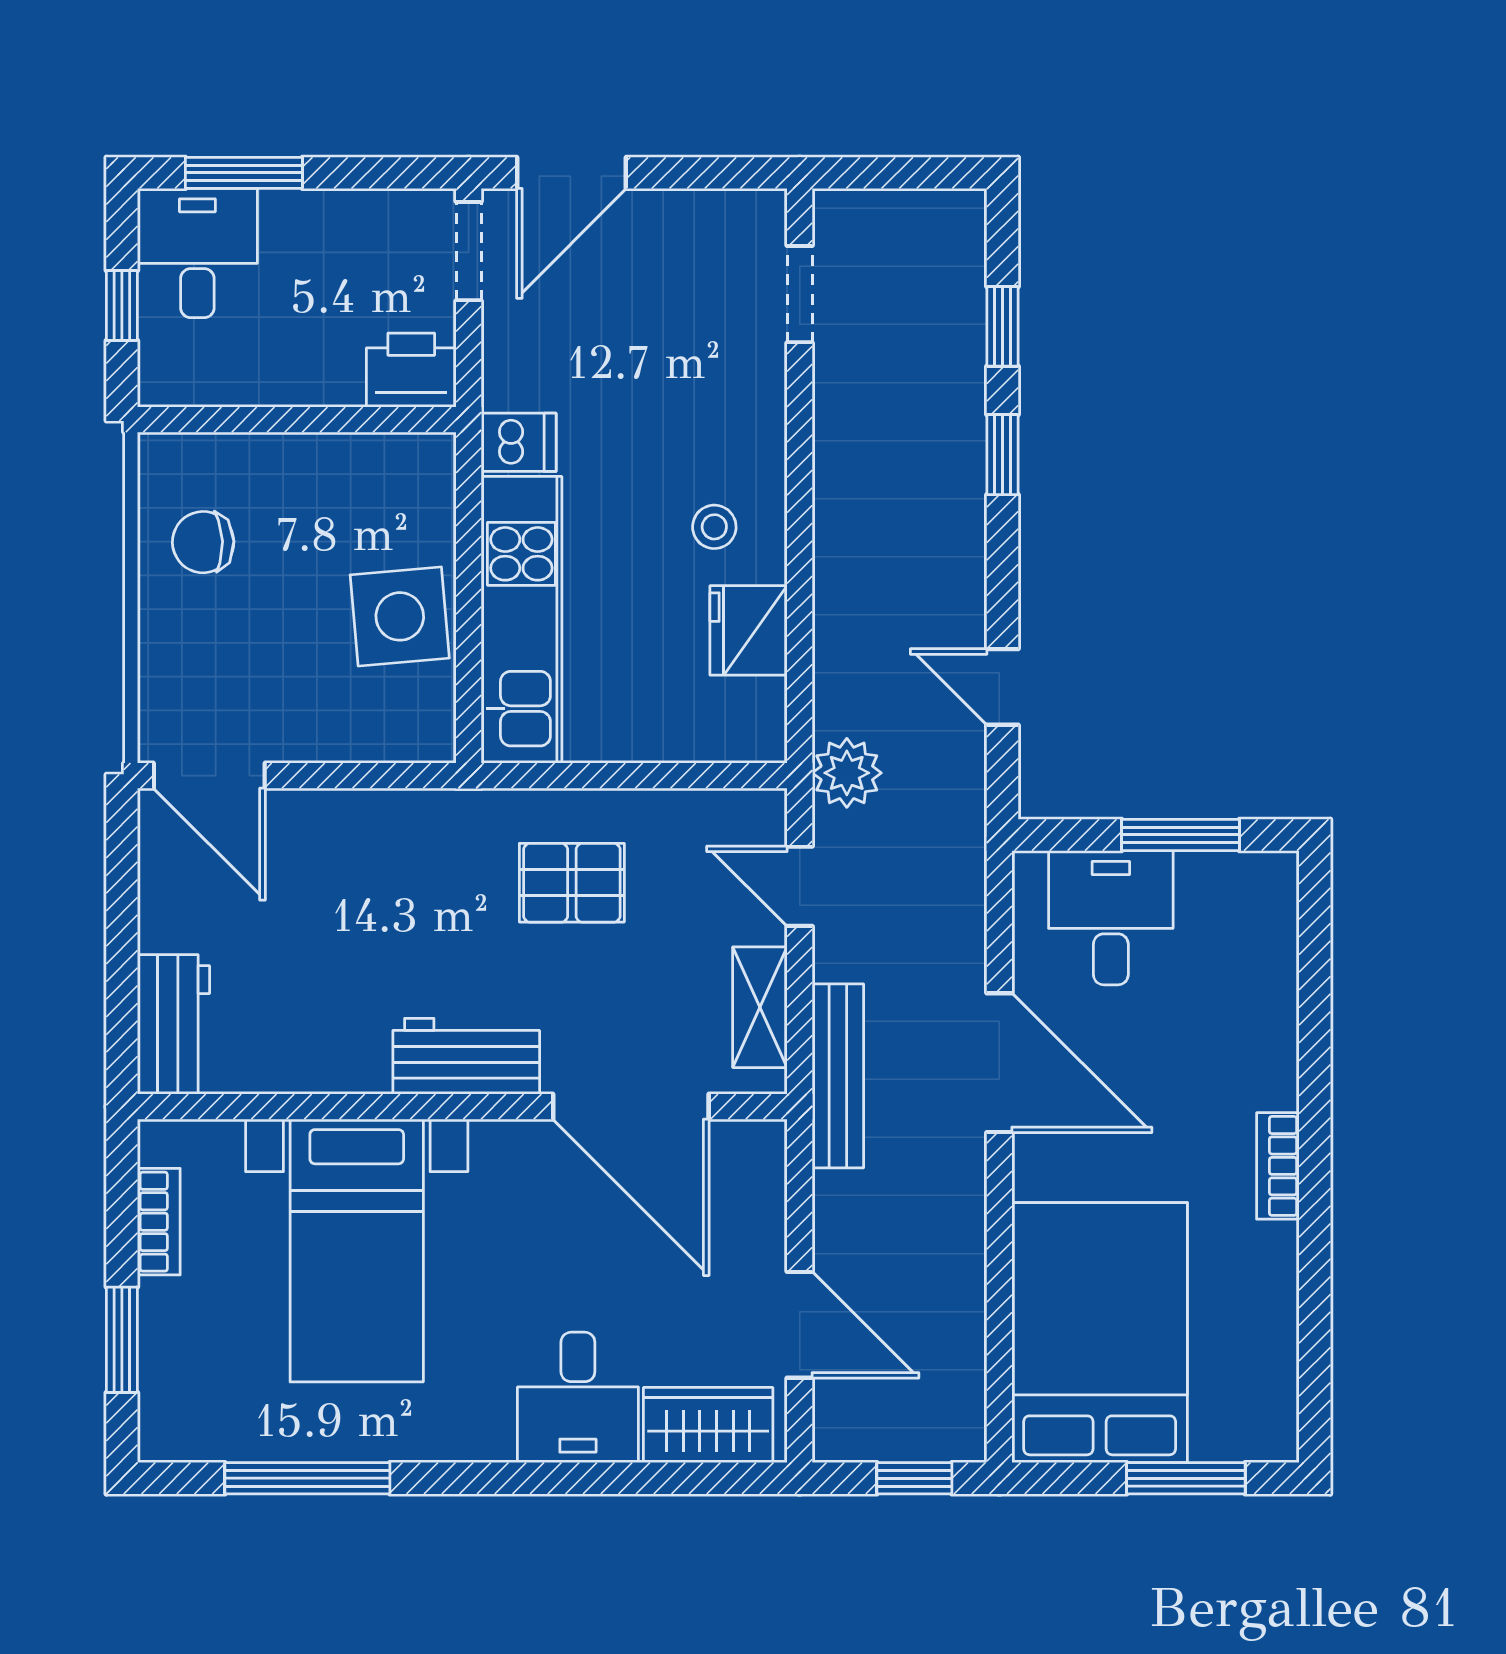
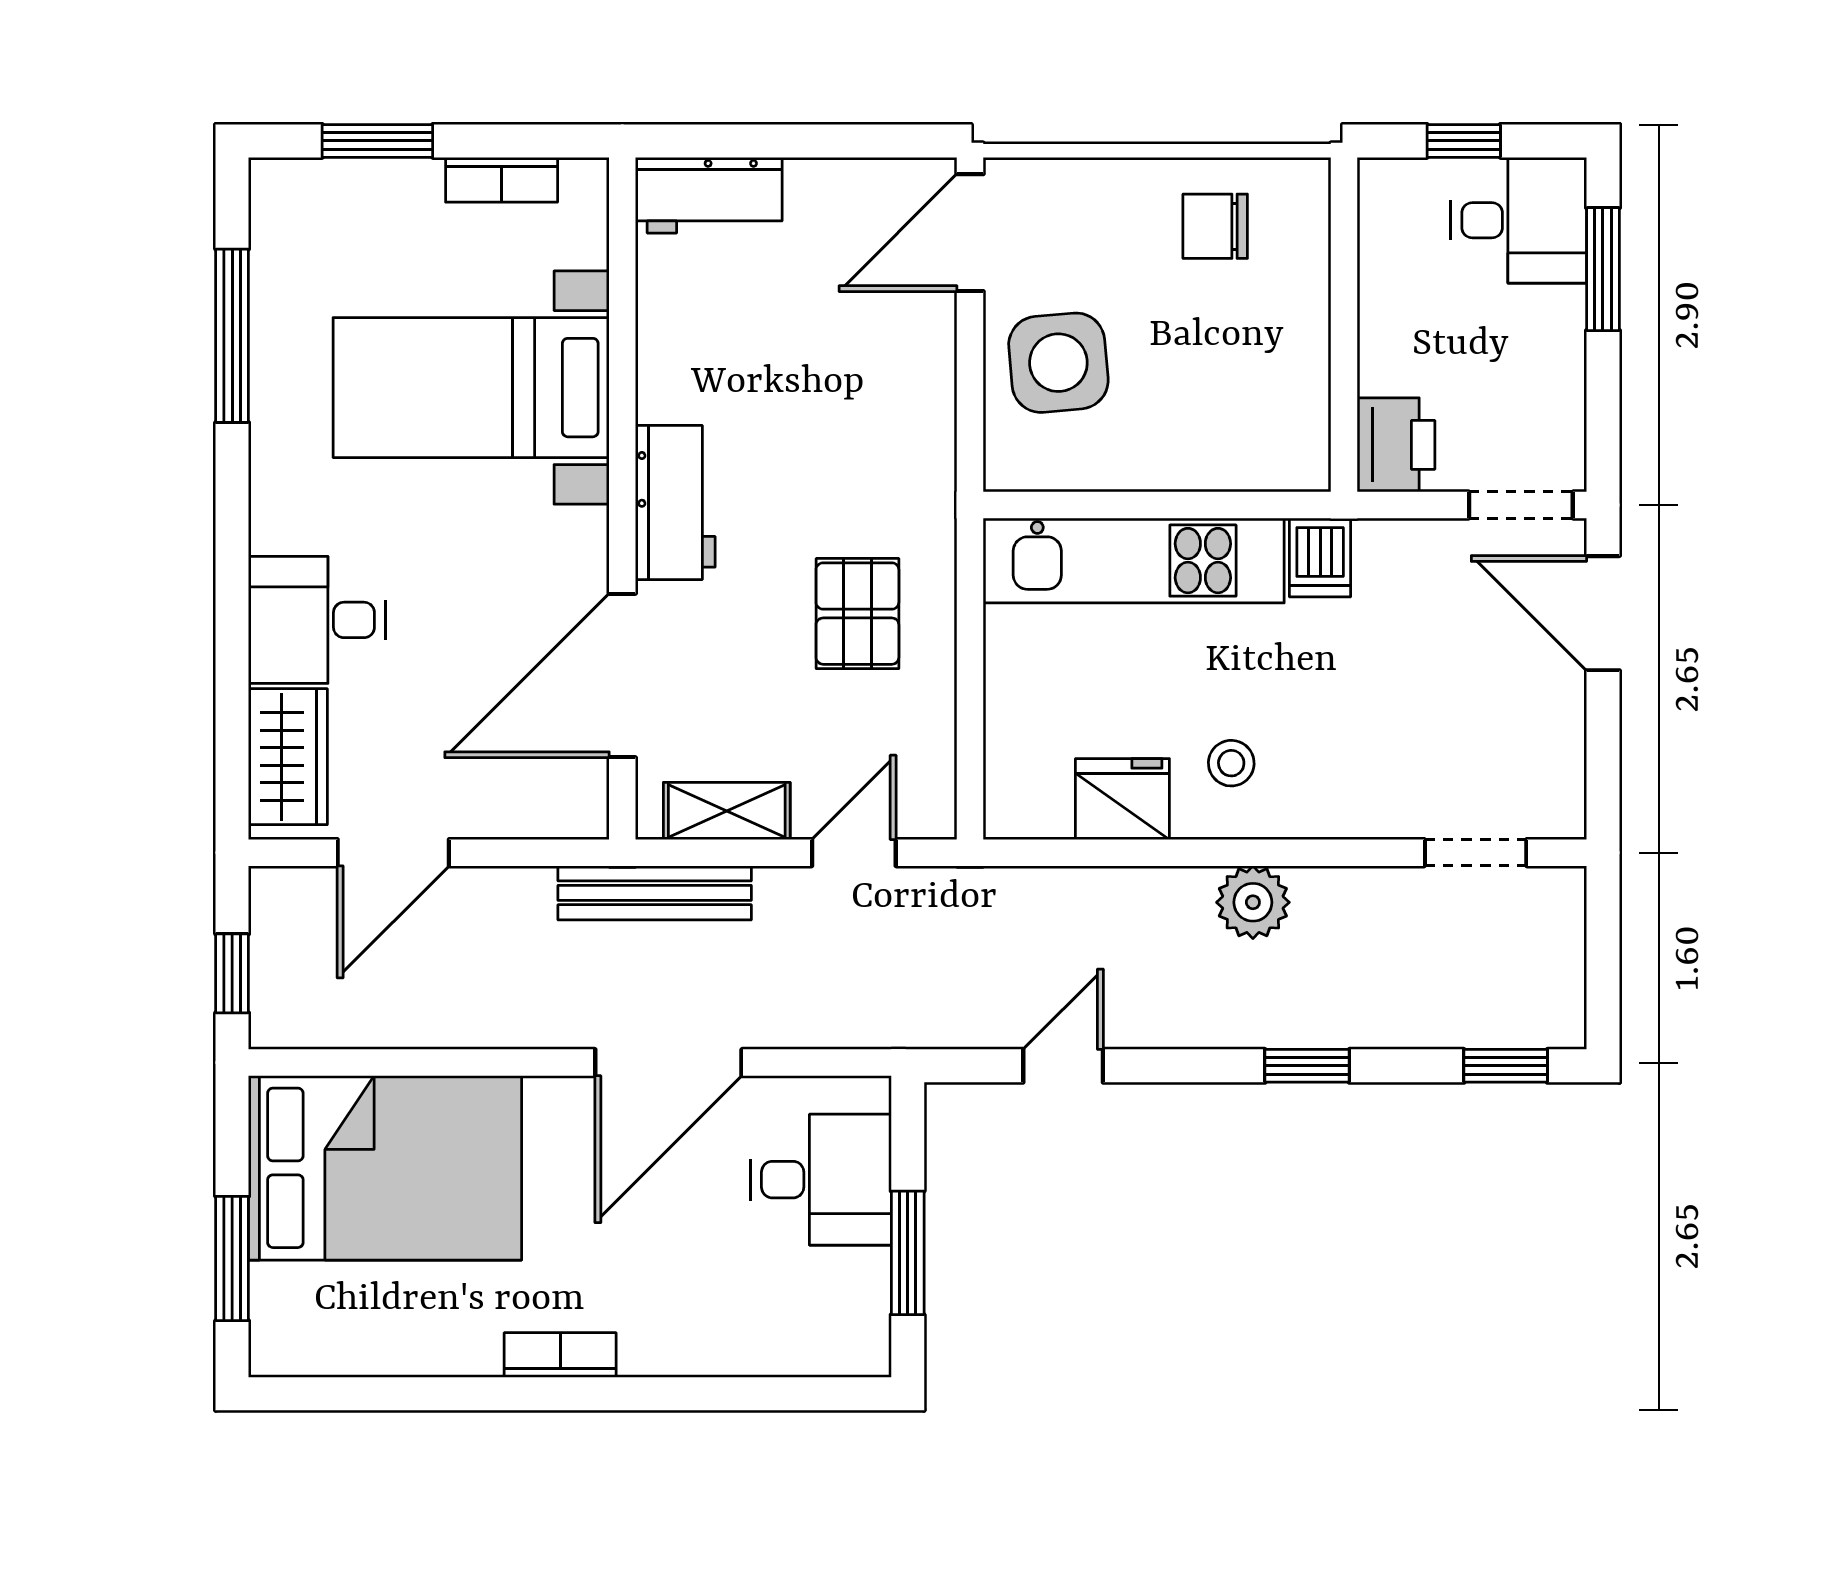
window: (1003, 326) -> (1506, 1066), moved
chair: (203, 542) -> (1215, 226), turned -88
side table: (400, 616) -> (1058, 363), moved
plant: (847, 773) -> (1253, 902), moved

